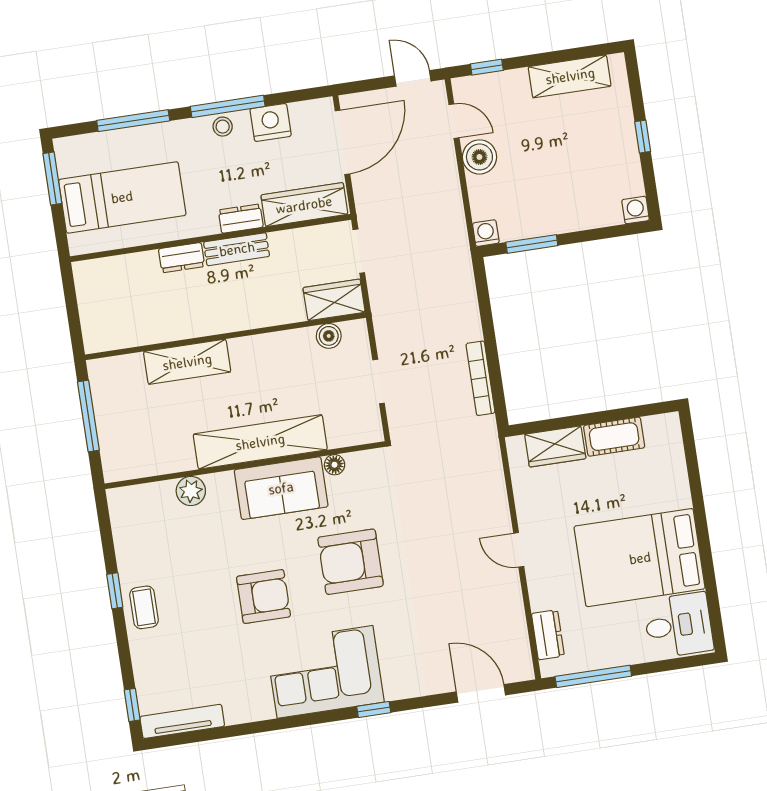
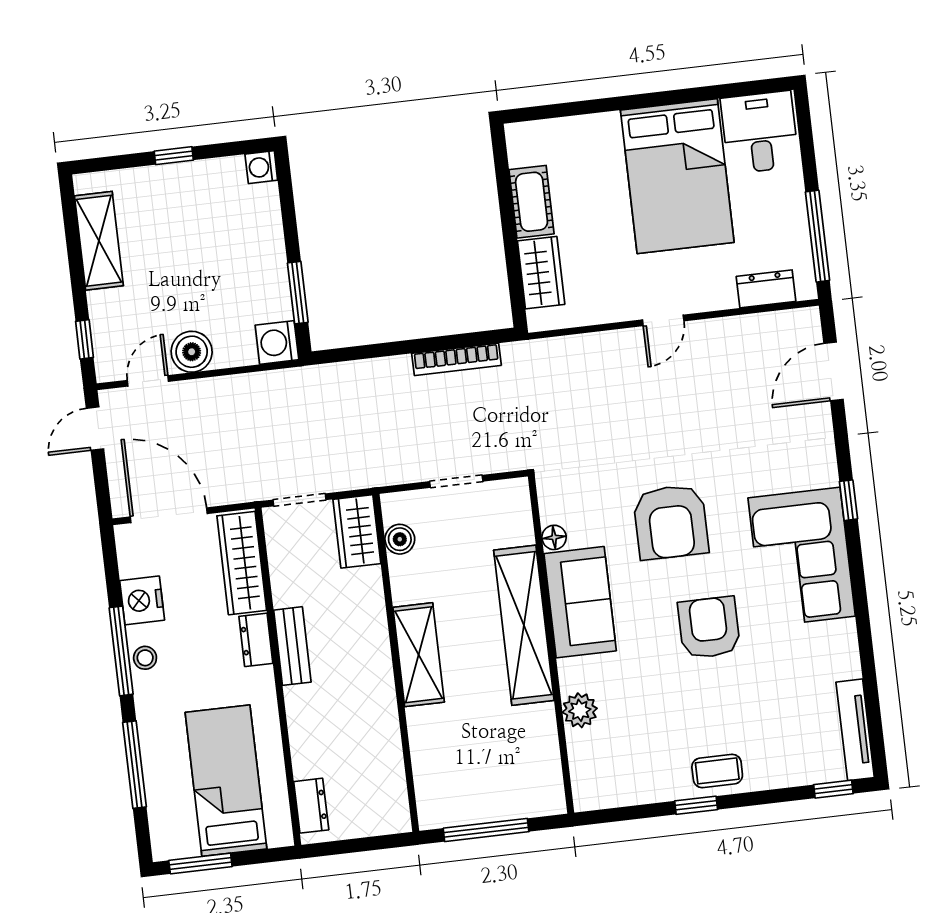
washing machine: (486, 233) -> (277, 342), width x1.38, depth x1.38
dresser: (182, 258) -> (311, 806), moved
shelving: (187, 362) -> (419, 655), moved

